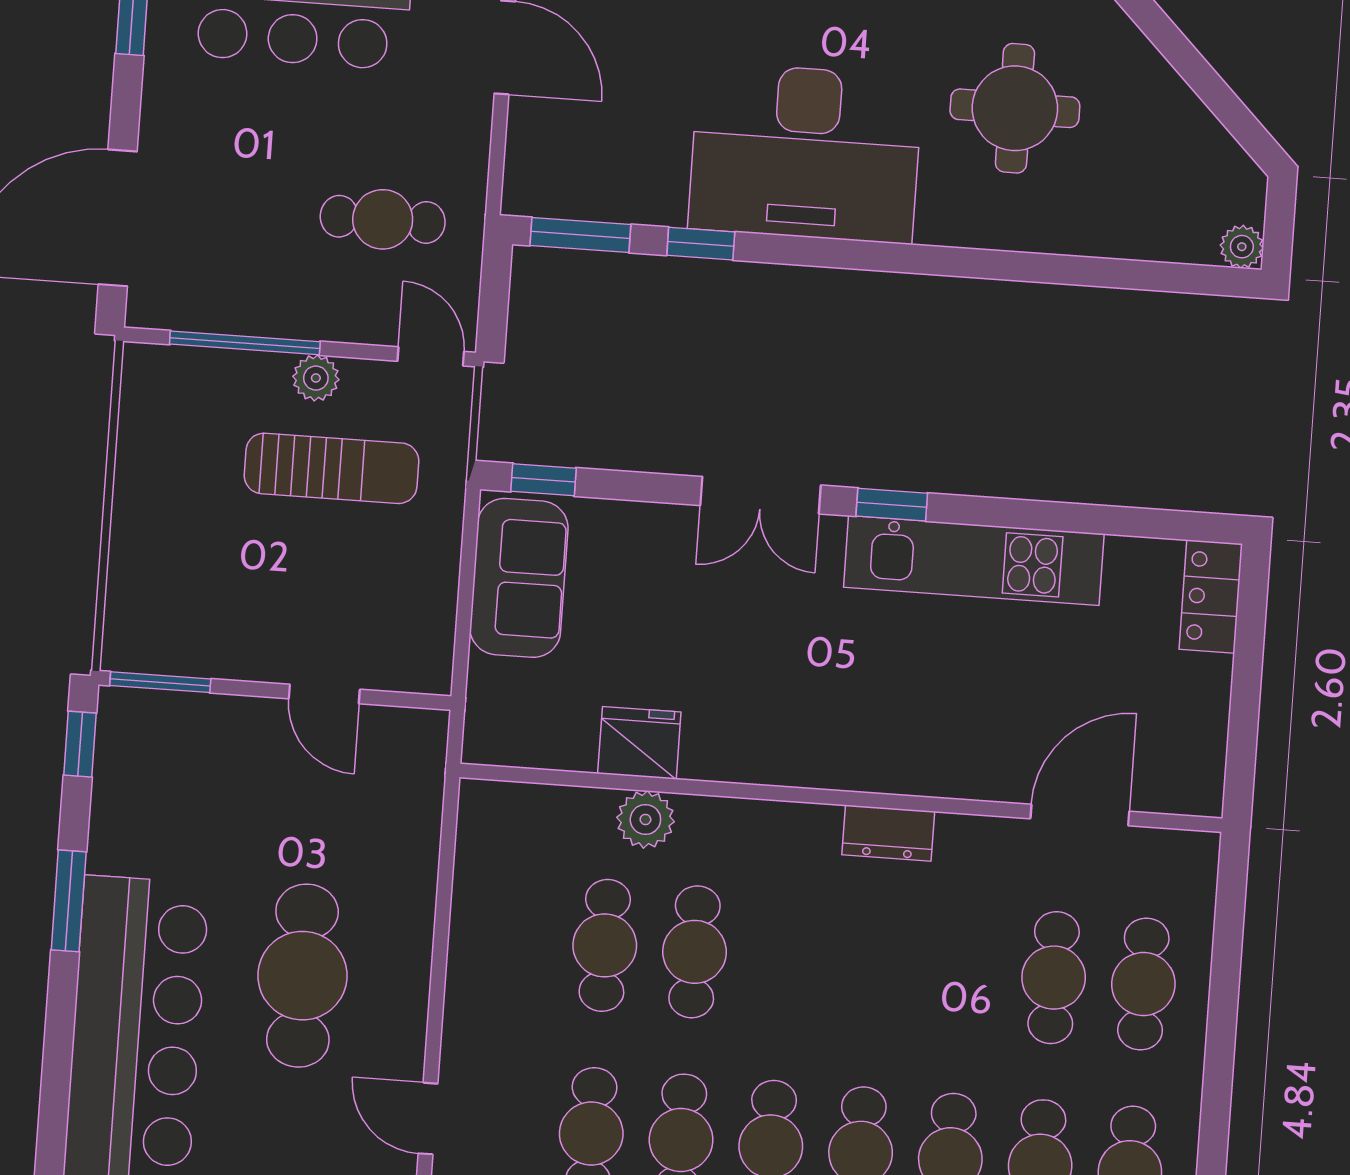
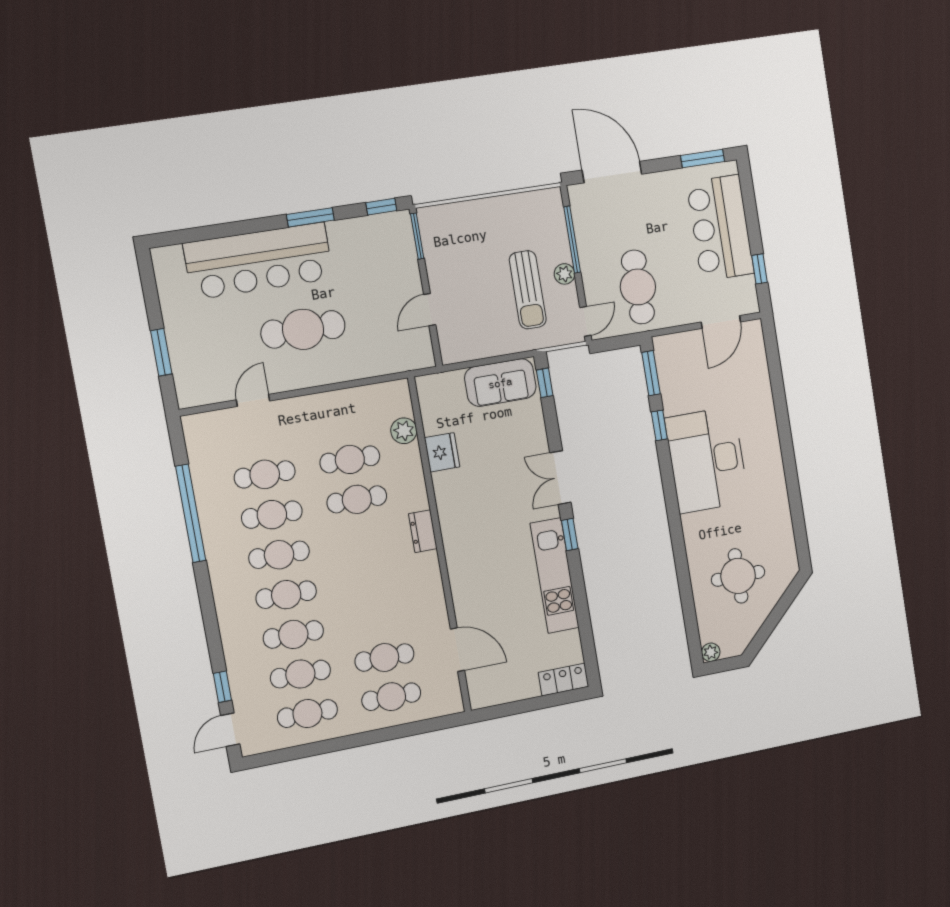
round table: (1015, 108) -> (738, 576), moved
cafe table: (383, 219) -> (638, 287), width x1.37, depth x1.35
plant: (645, 819) -> (404, 431), moved
dresser: (888, 833) -> (423, 531), moved

